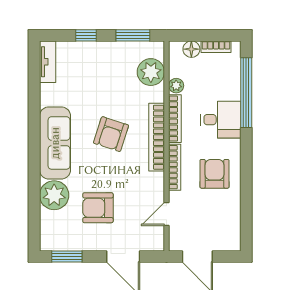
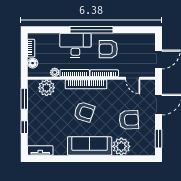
window: (246, 93) -> (92, 30), moved
desk: (221, 120) -> (75, 45), width x1.37
armchair: (98, 208) -> (129, 120), turned -93

